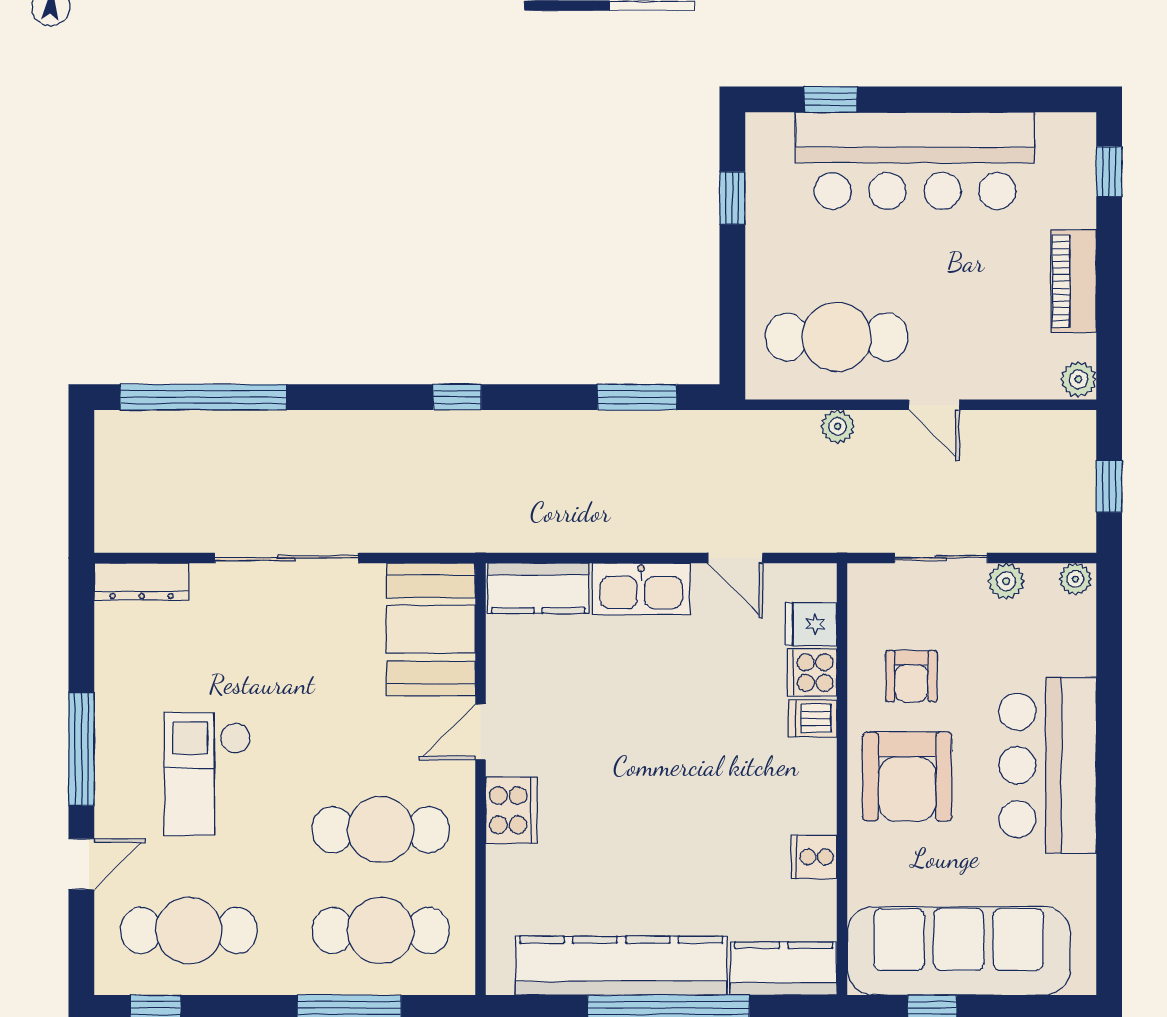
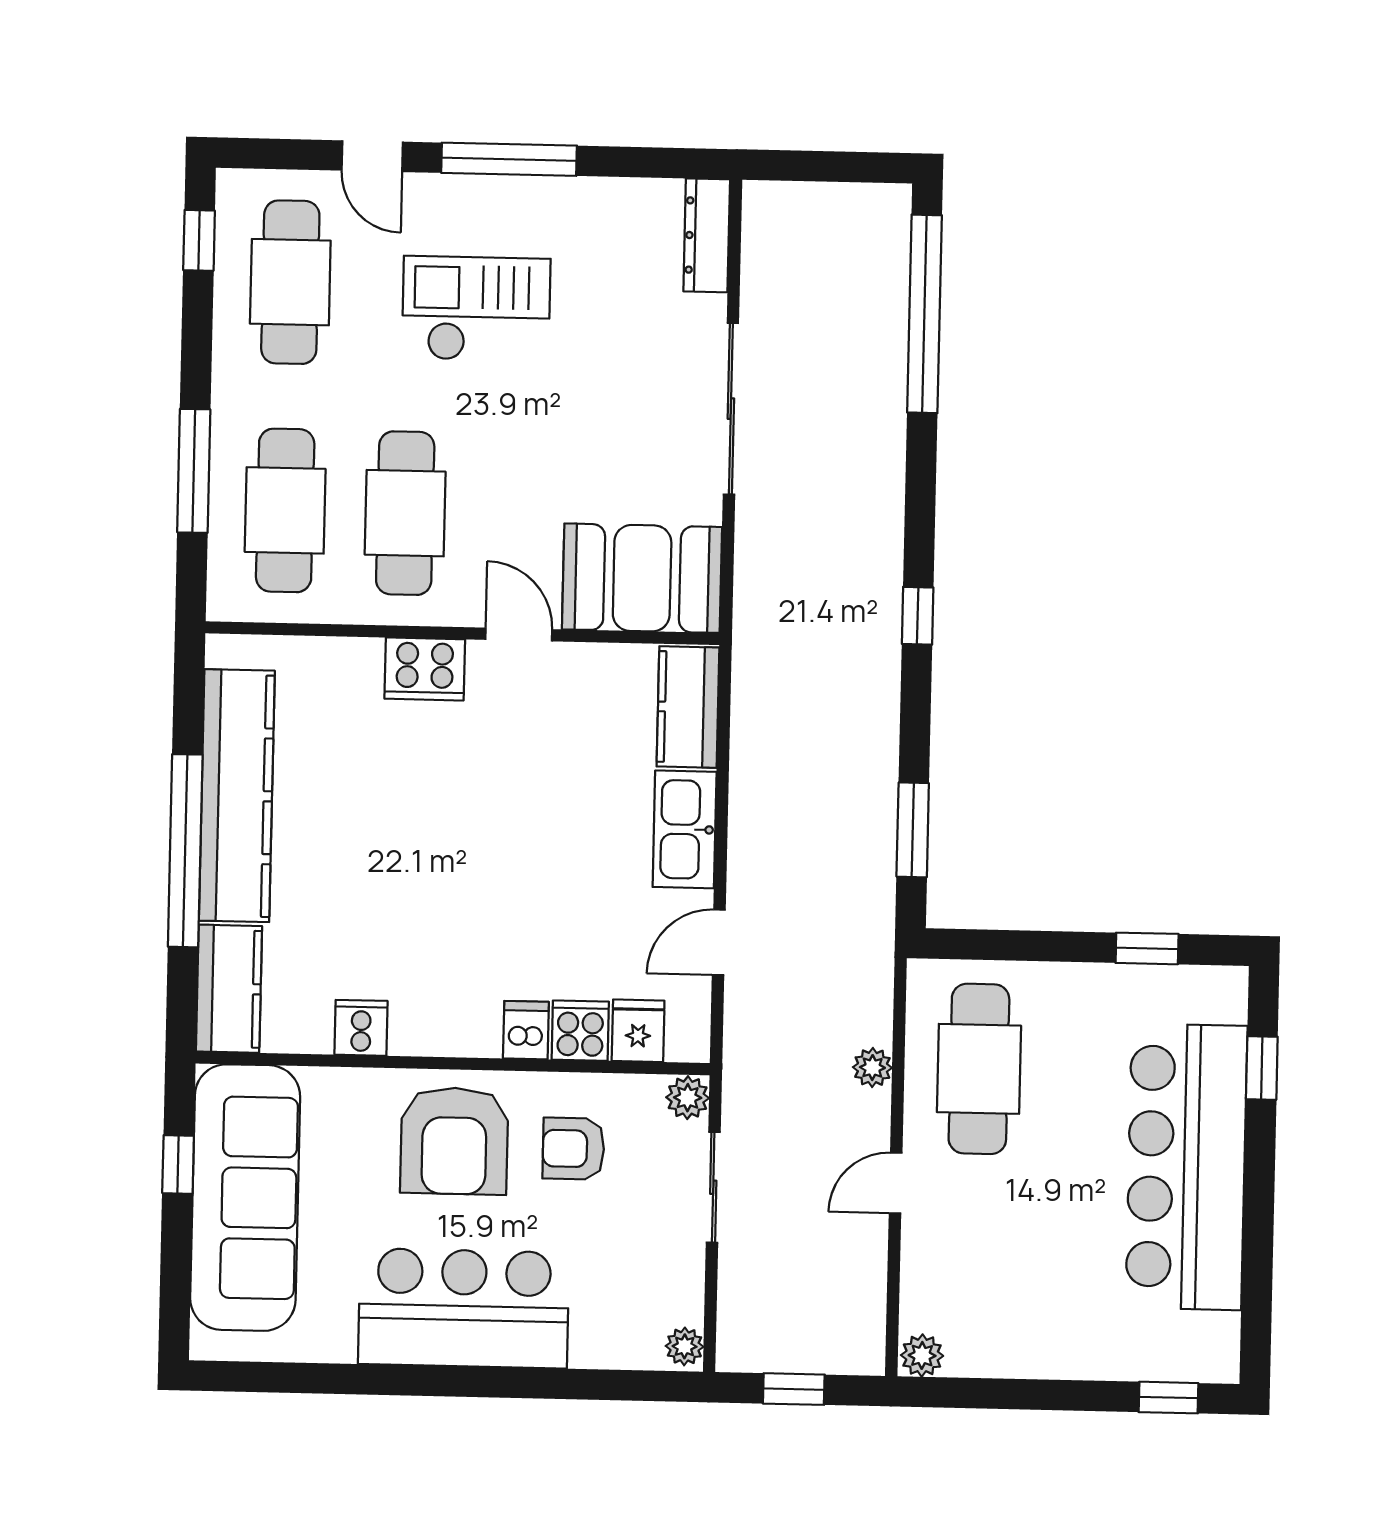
piano: (1073, 281) -> (1039, 1352), removed
plant: (1006, 581) -> (688, 1098), moved
armchair: (907, 776) -> (454, 1141), turned -90

